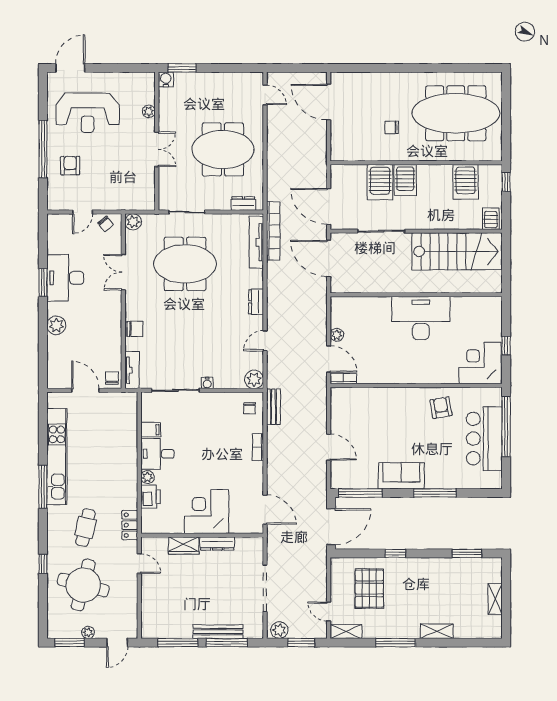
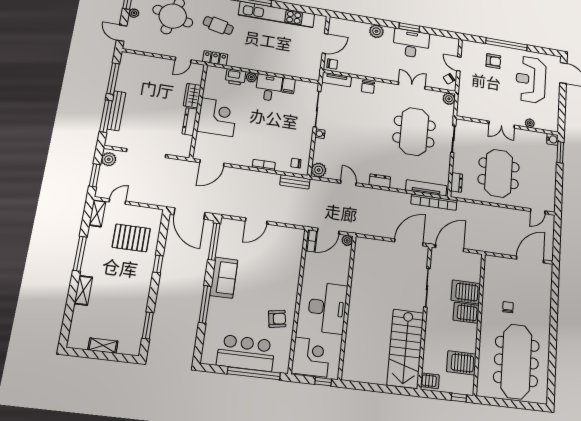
wall: (416, 295) -> (347, 306), moved
desk: (421, 318) -> (327, 308), moved

